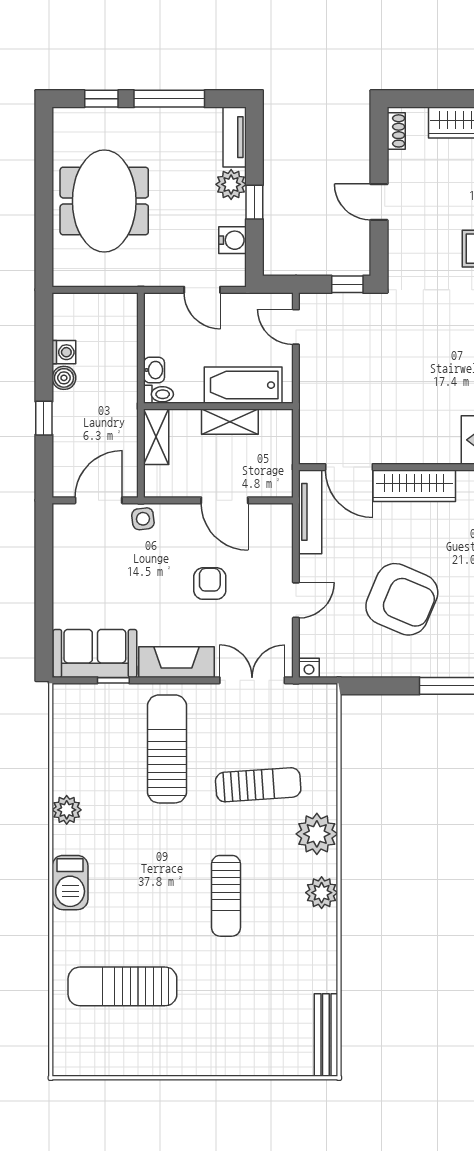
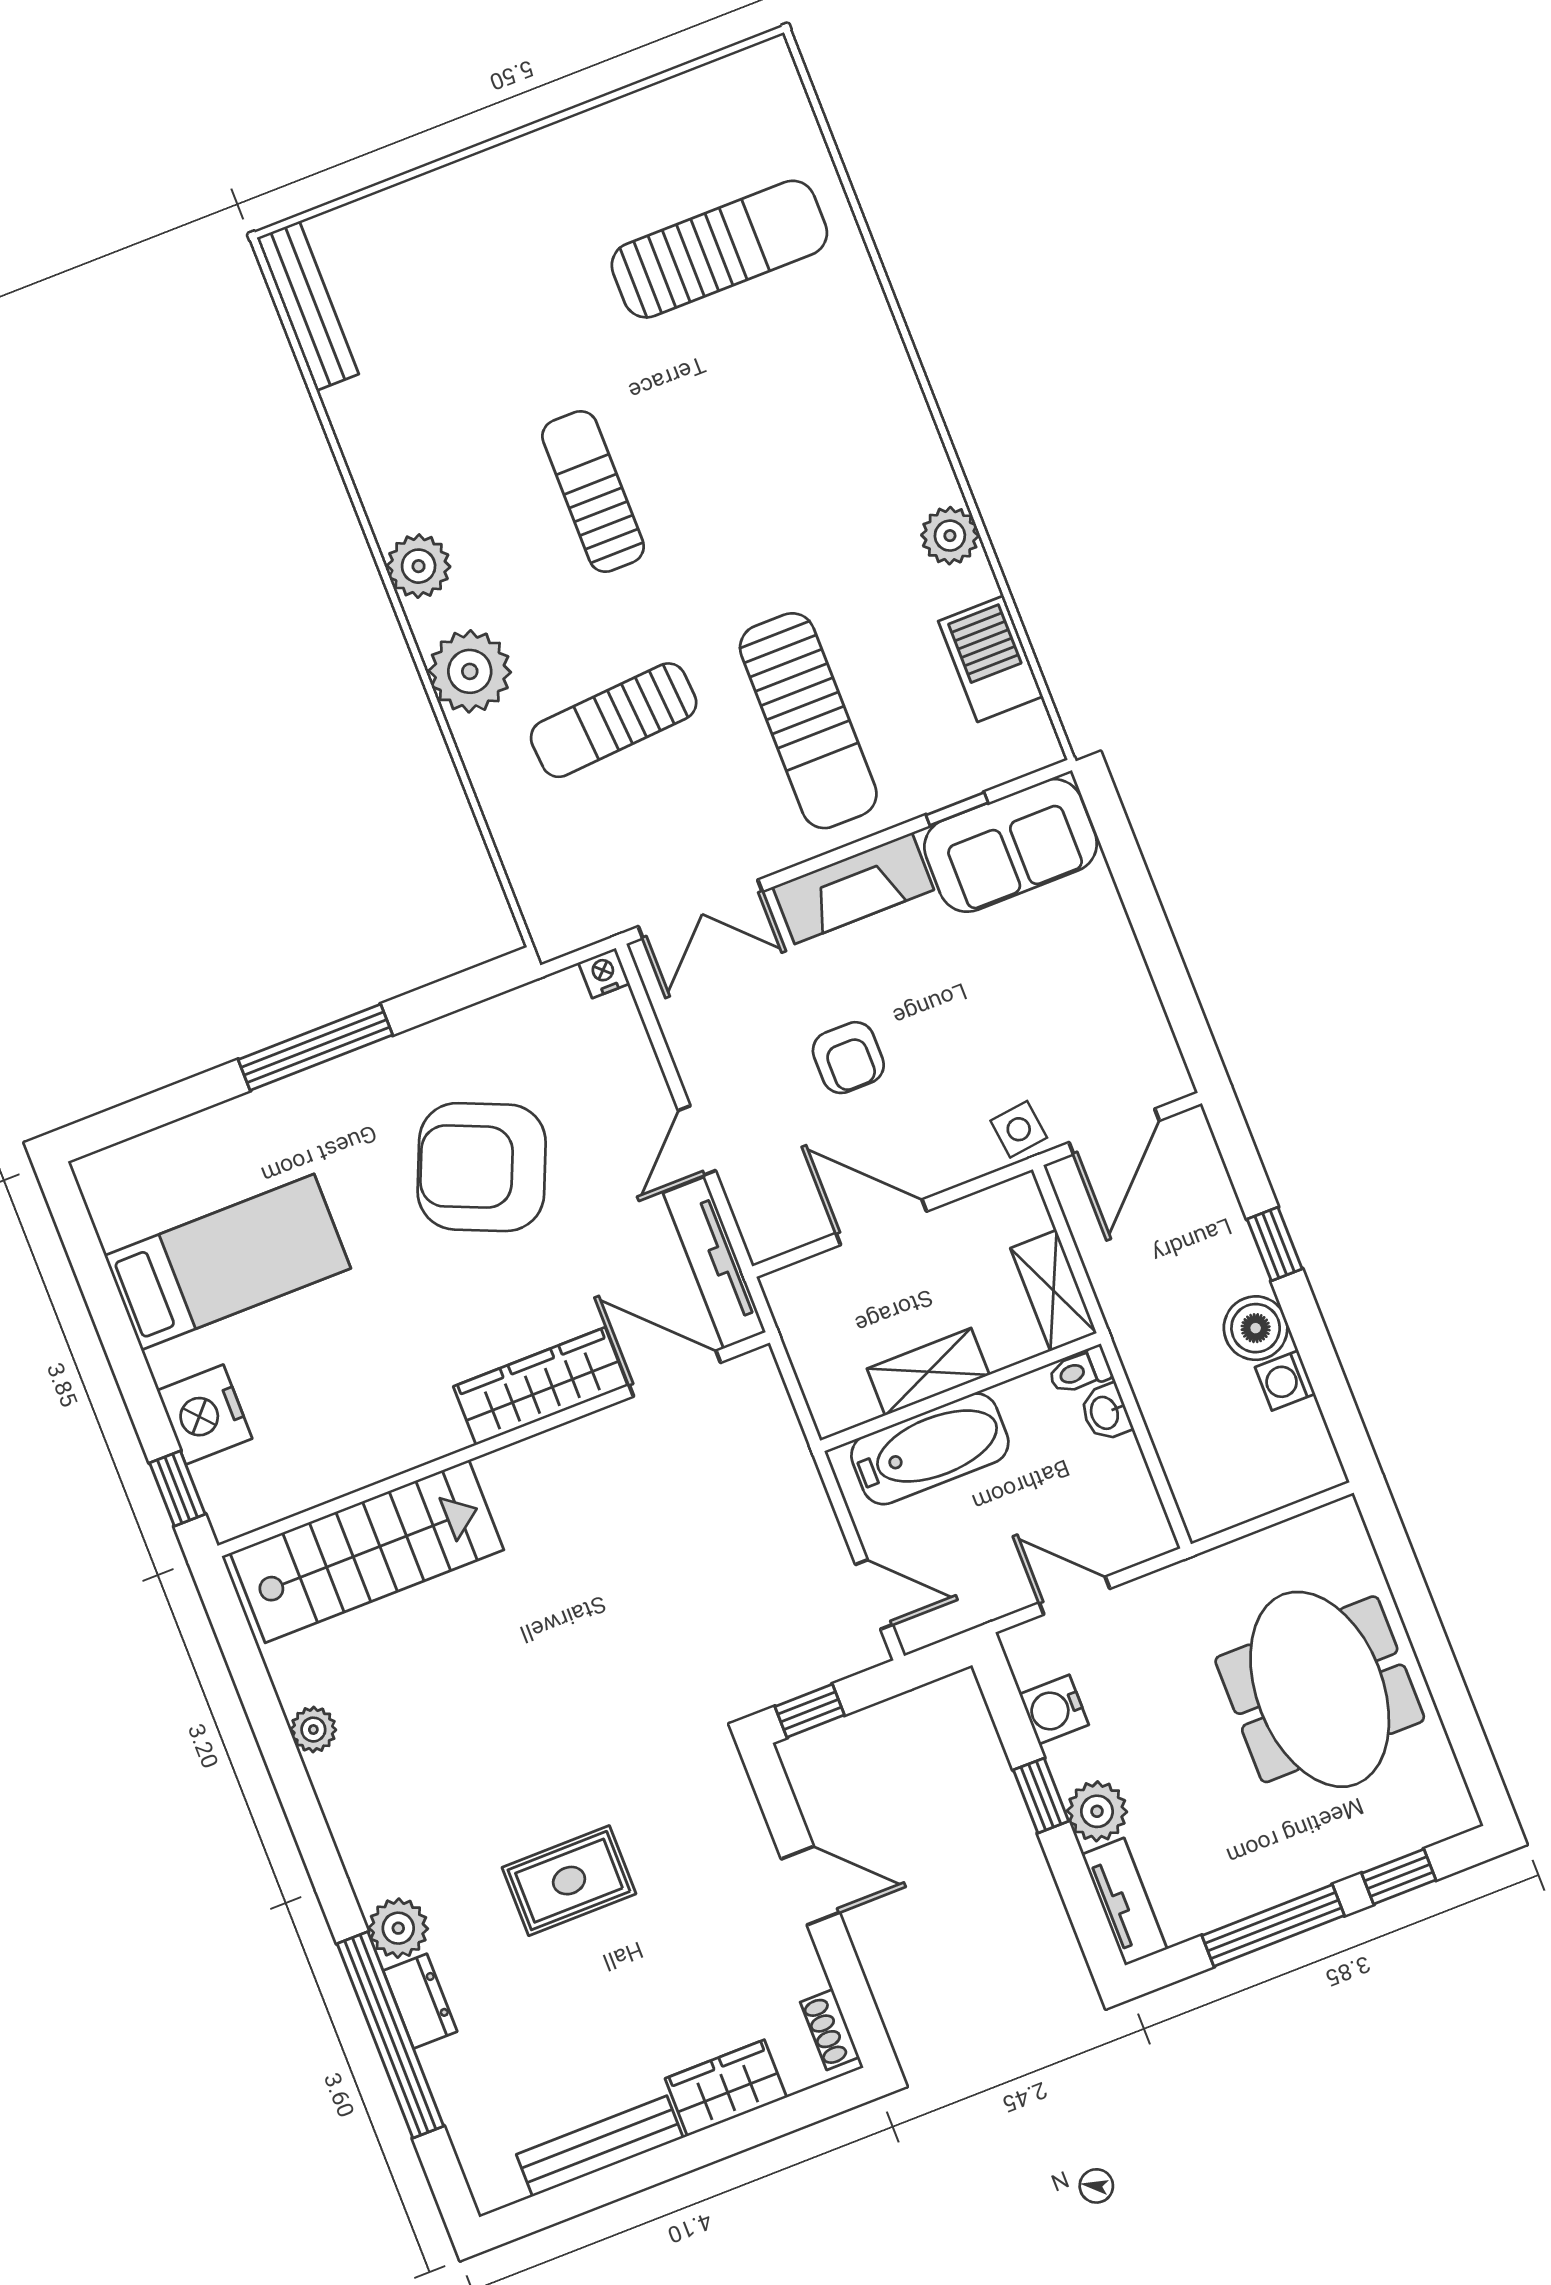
boiler: (64, 378) -> (1256, 1328), width x1.36, depth x1.36
door: (296, 600) -> (697, 1140), moved
barbecue: (70, 883) -> (991, 659), moved

